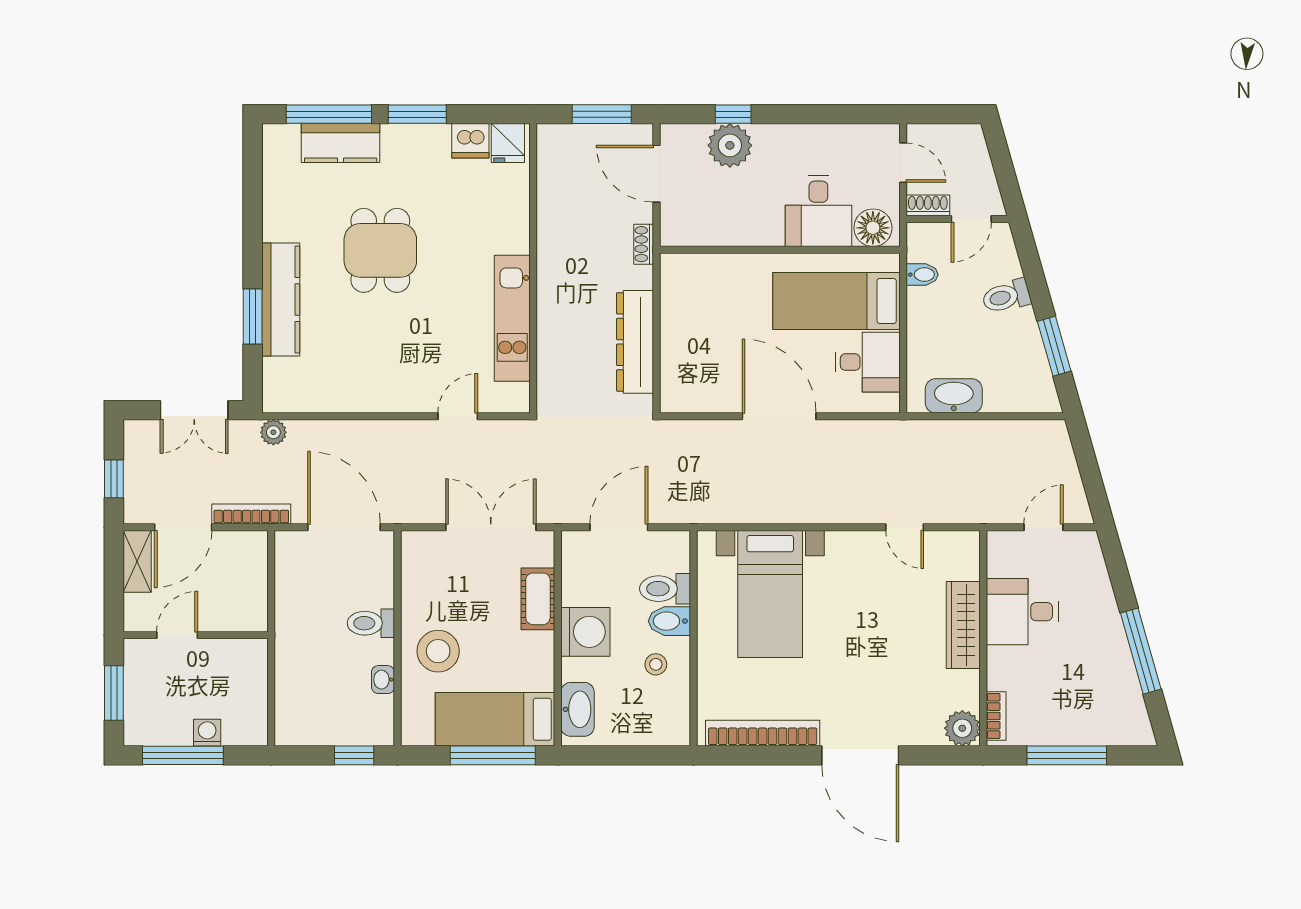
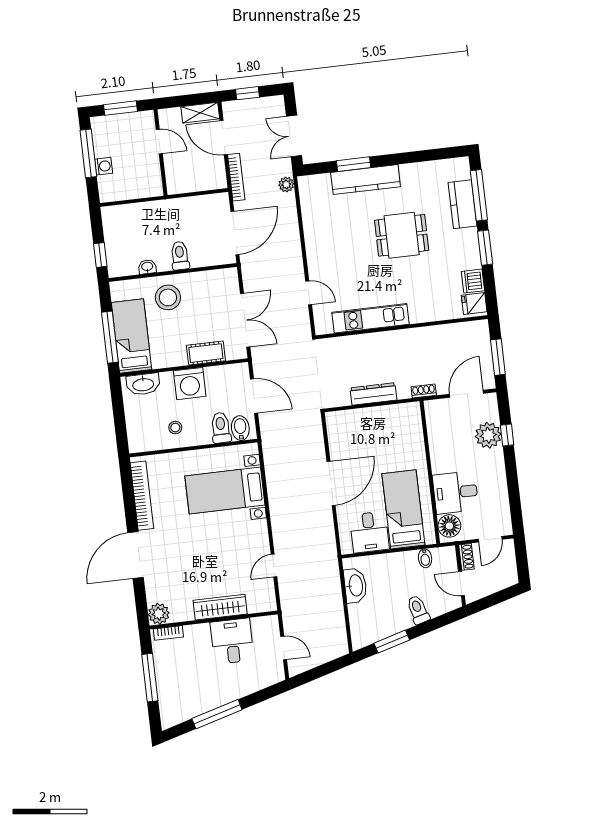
dresser: (635, 342) -> (373, 394), width x0.73, depth x0.80
bidet: (669, 621) -> (240, 428), moved

